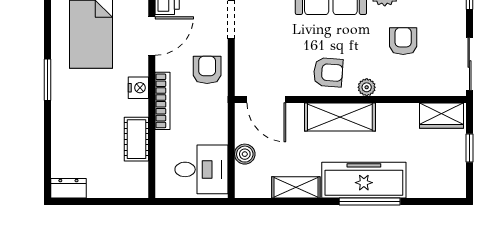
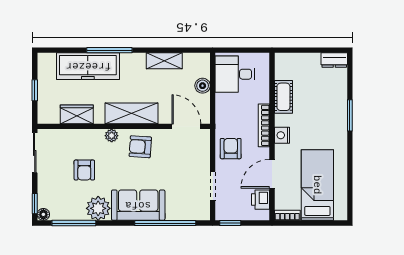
armchair: (207, 70) -> (231, 149), turned 180
window: (47, 80) -> (350, 115), moved
wardrobe: (442, 116) -> (77, 114), moved
freezer: (364, 180) -> (88, 66), moved

